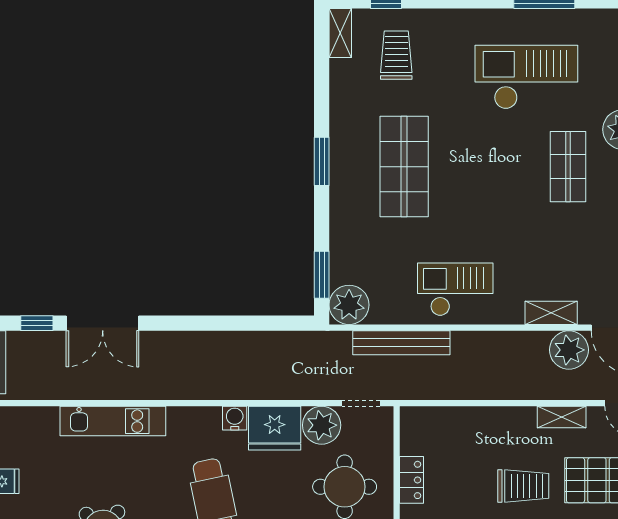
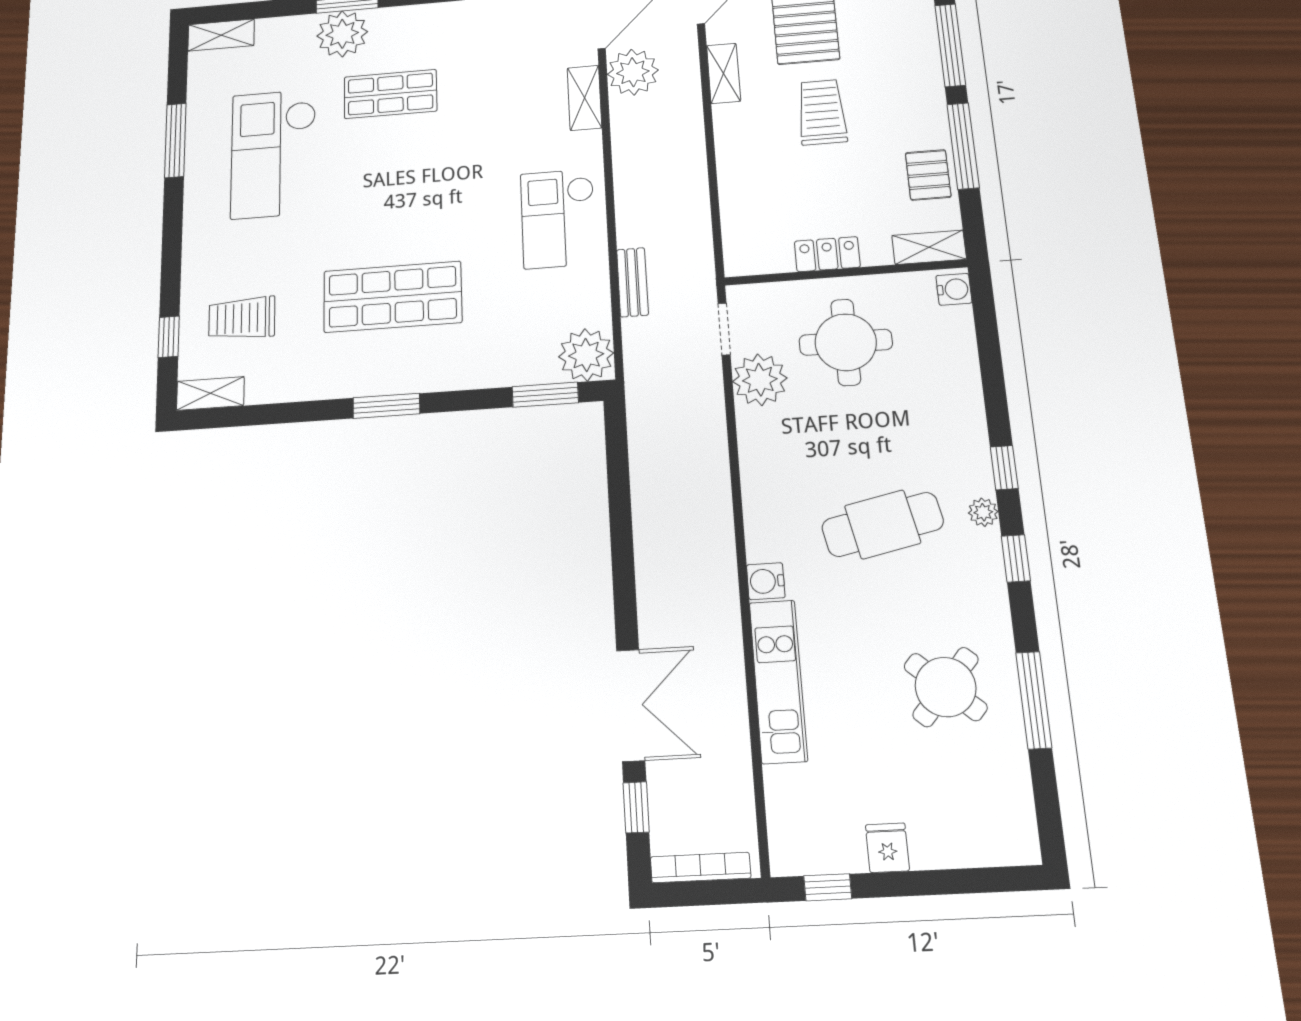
bench: (401, 343) -> (632, 282), width x0.54, depth x0.82
water cooler: (235, 418) -> (766, 581), moved
fridge: (275, 428) -> (769, 444), removed

